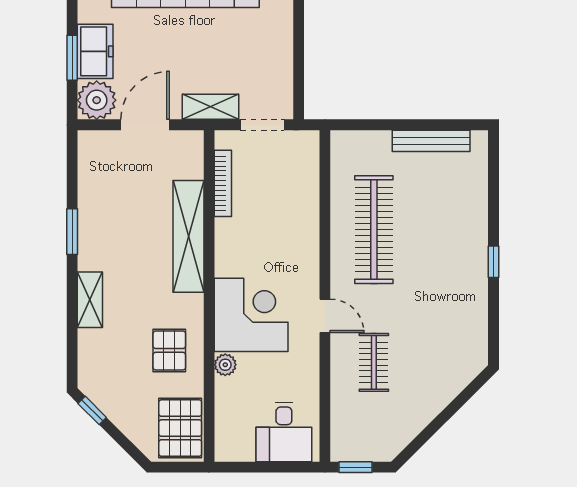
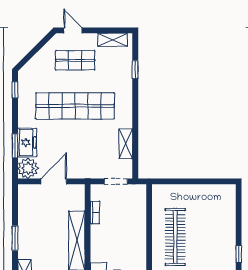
shelving: (210, 107) -> (126, 144), moved, turned 90
bench: (431, 141) -> (206, 190), removed
bookcase: (223, 183) -> (95, 212), width x0.64

